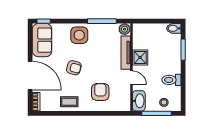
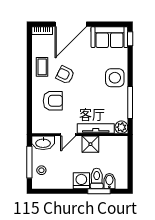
bidet: (174, 28) -> (109, 181), moved
washing machine: (174, 66) -> (81, 181), added
armchair: (74, 68) -> (65, 75), moved, turned 101
toilet: (171, 80) -> (97, 178), moved

